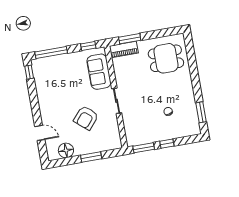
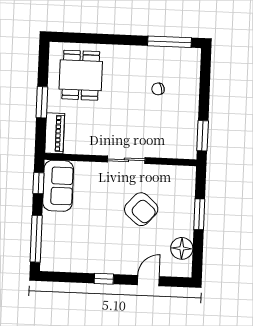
window: (130, 39) -> (42, 102), moved
window: (29, 72) -> (104, 279), moved
sofa: (99, 72) -> (58, 186), moved, turned -90
window: (201, 112) -> (170, 42), width x1.44
window: (167, 144) -> (204, 101), removed

